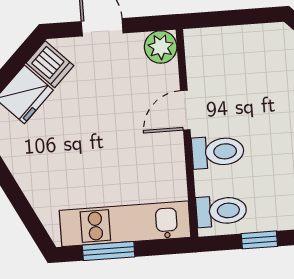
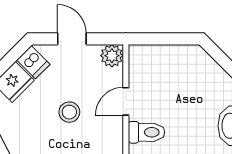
stool: (106, 131) -> (69, 112), added

